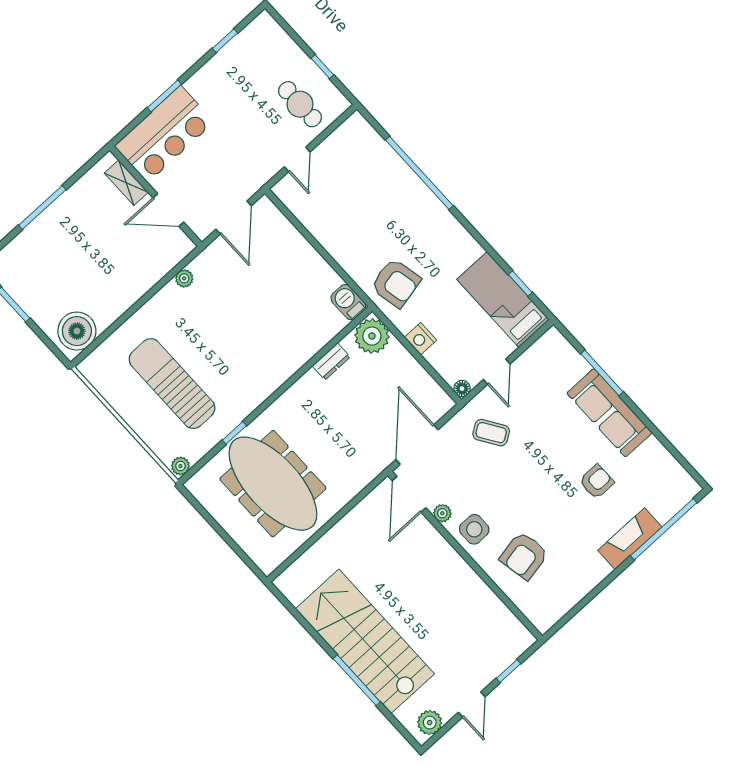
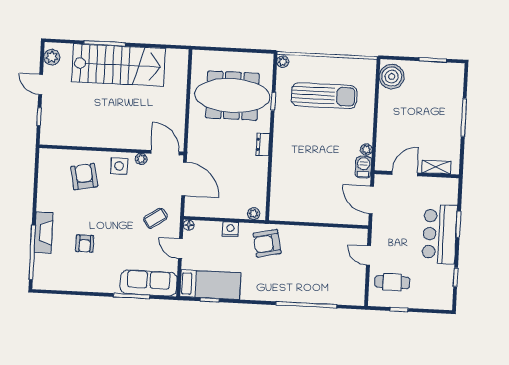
bar counter: (164, 134) -> (440, 234), moved
barbecue: (348, 302) -> (363, 167), moved, turned -90
plant: (372, 336) -> (254, 214), width x0.53, depth x0.53
dresser: (331, 361) -> (263, 144), moved
sofa: (610, 413) -> (149, 283), moved

